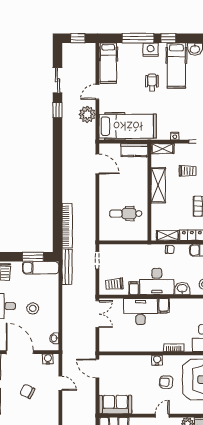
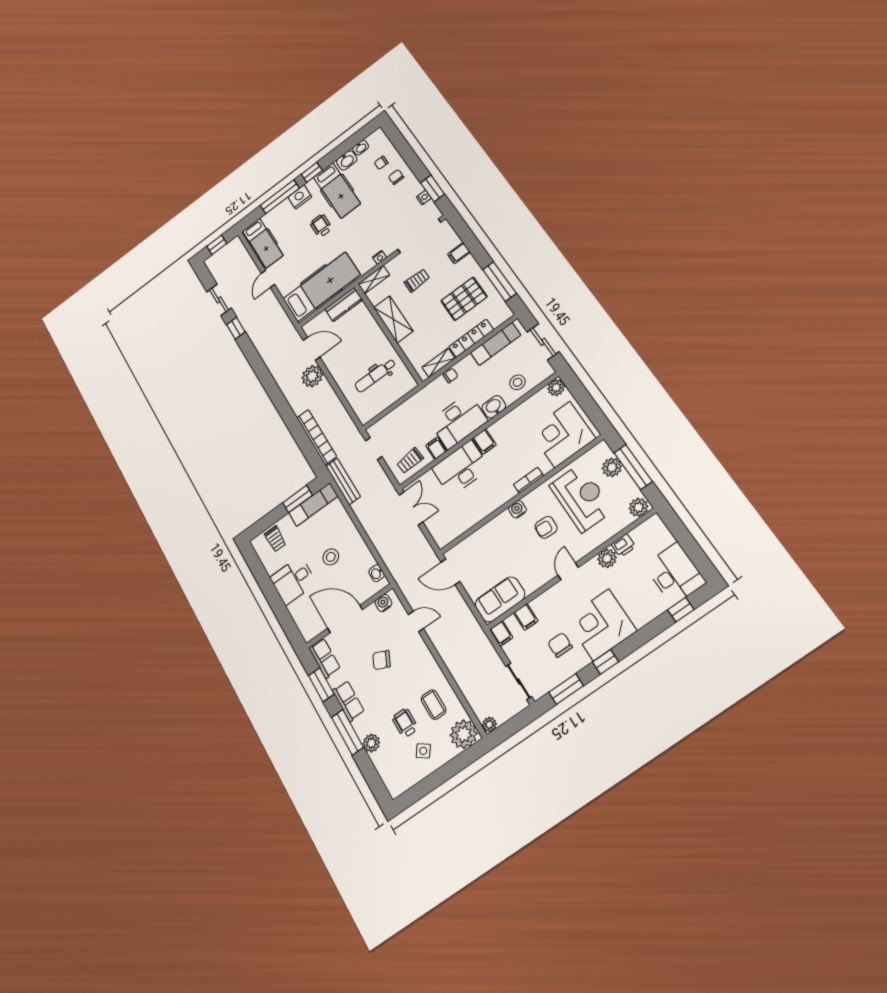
plant: (87, 114) -> (312, 376), moved

